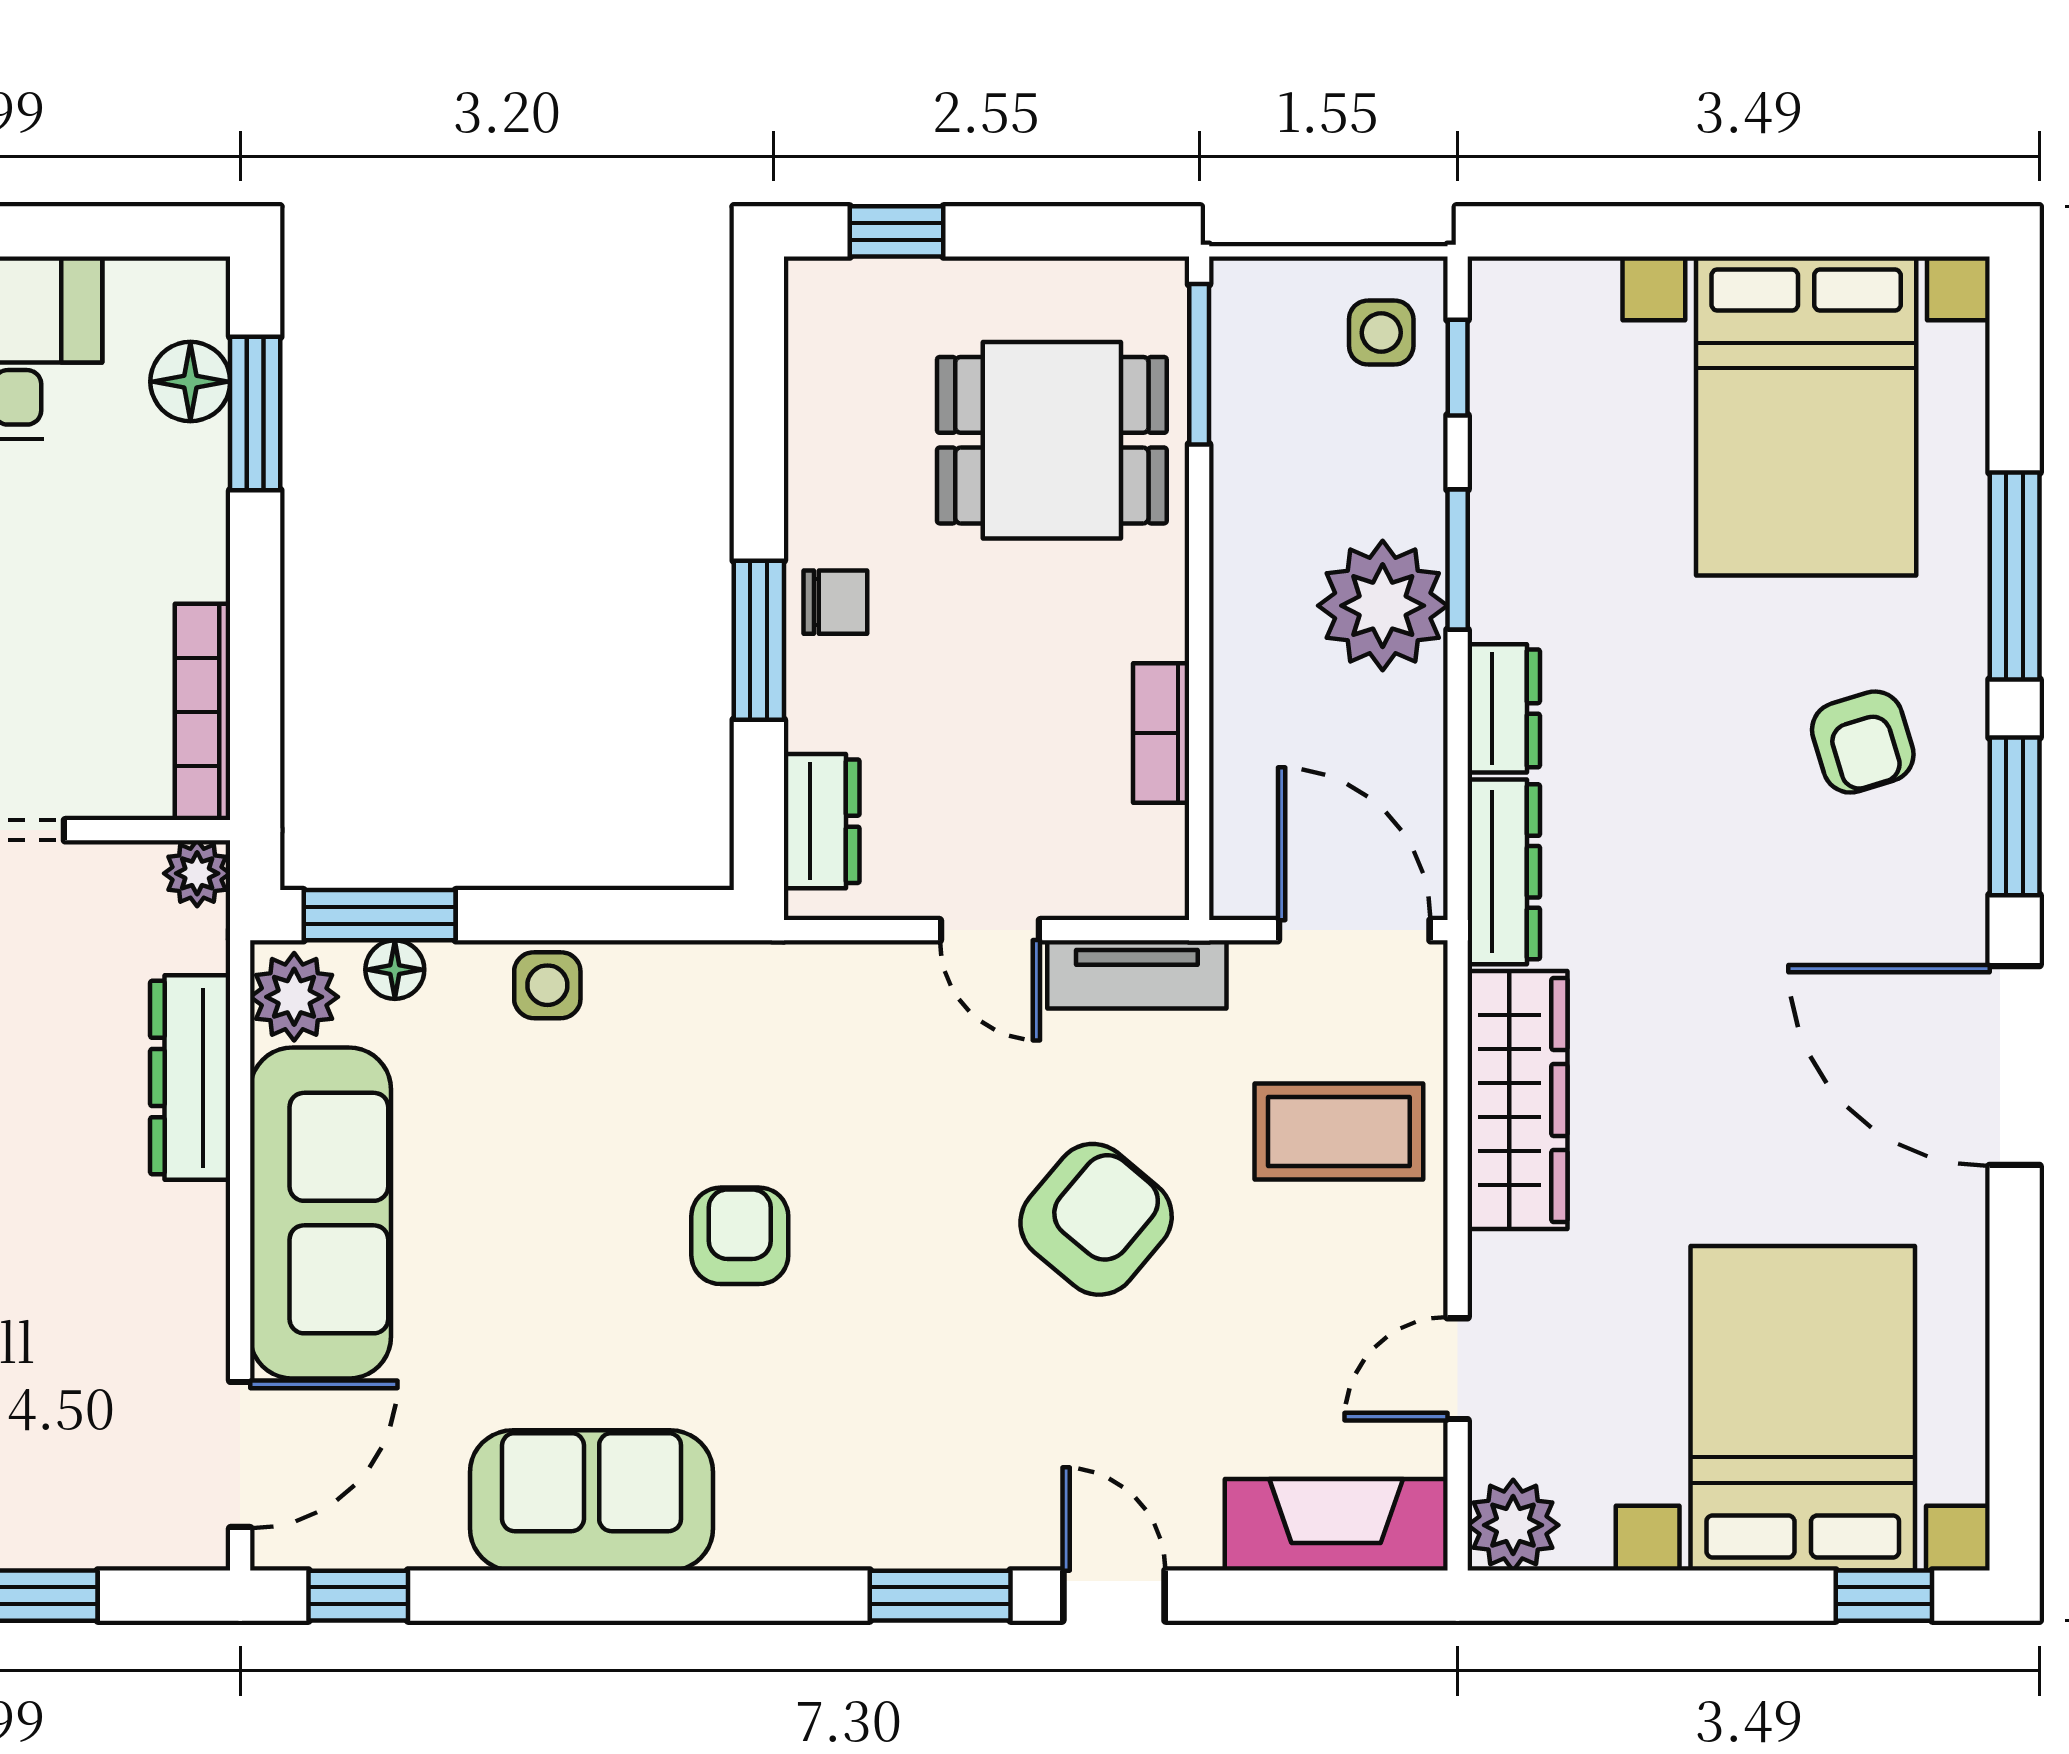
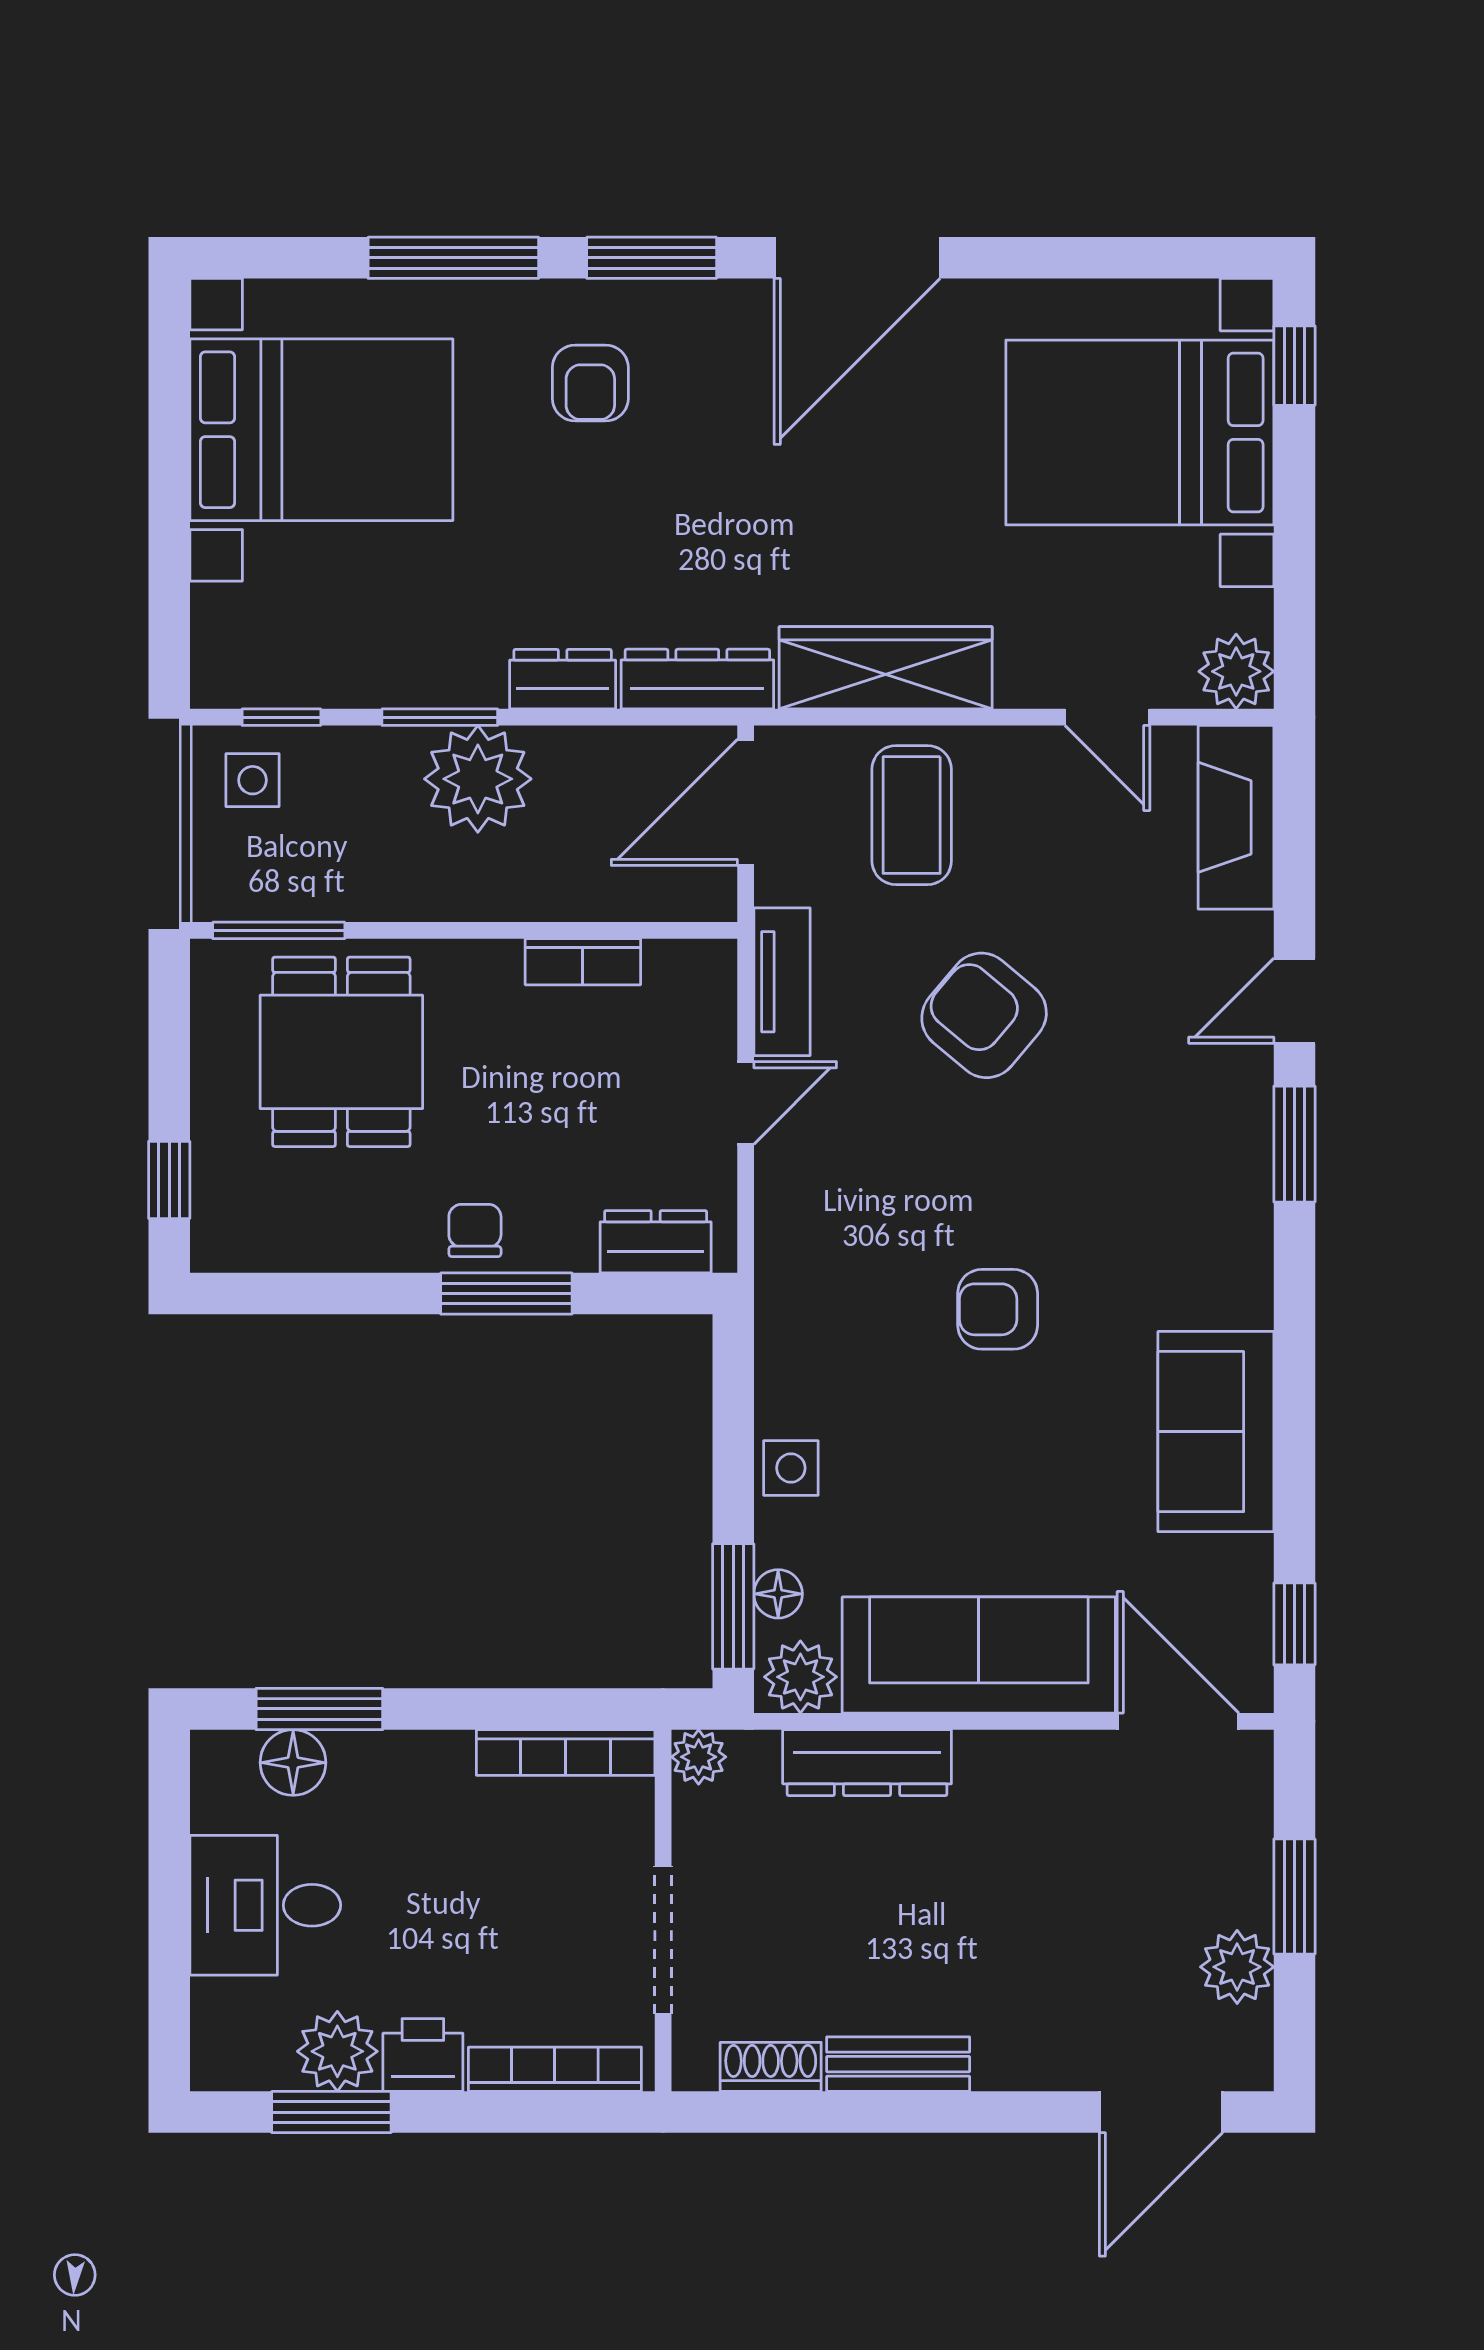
armchair: (1863, 742) -> (590, 383), turned 107

